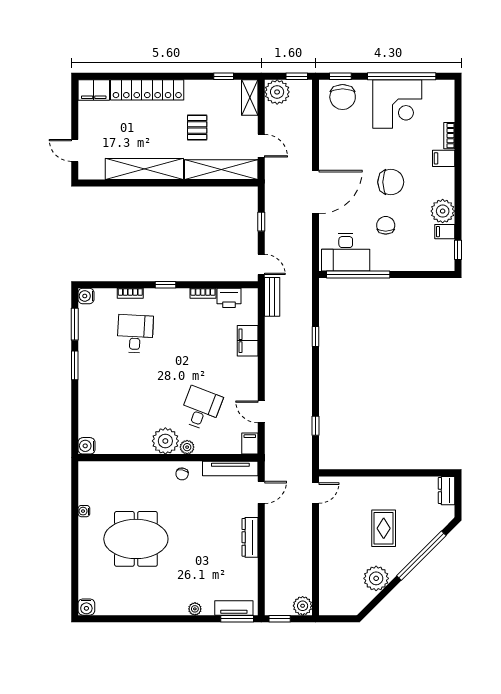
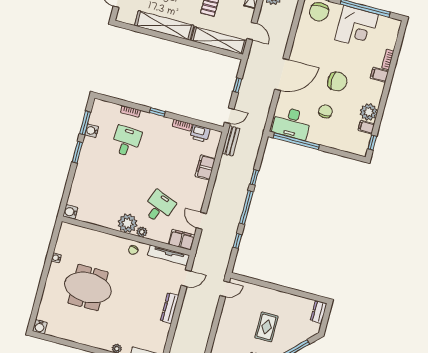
door: (261, 264) -> (229, 116), hinge flipped
water cooler: (86, 296) -> (92, 131), moved
window: (315, 379) -> (246, 207), added
filing cabinet: (250, 444) -> (182, 240), width x2.00

